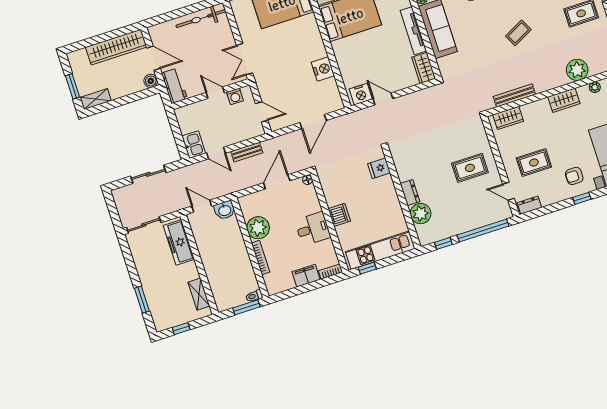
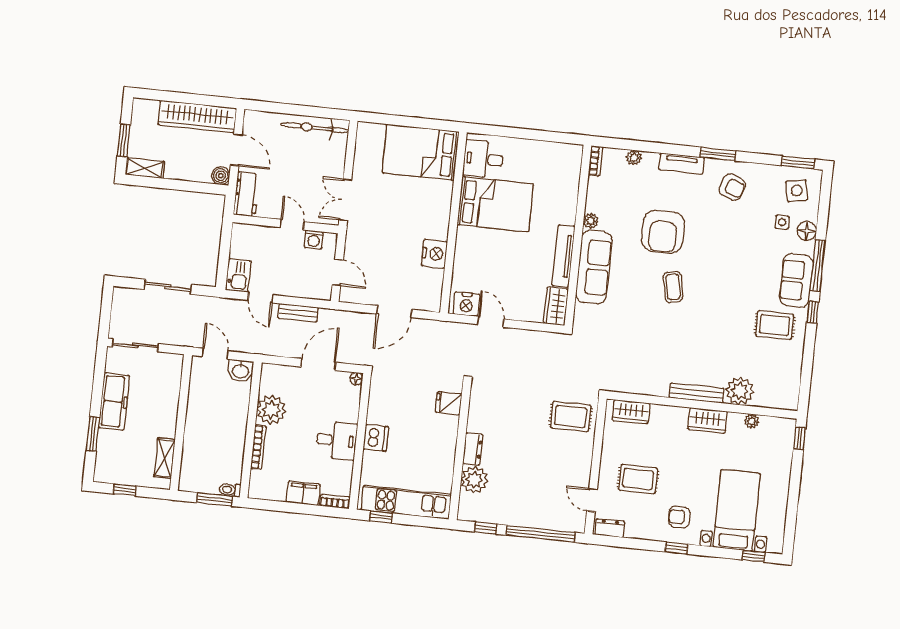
coffee table: (518, 33) -> (673, 287), moved, turned -73
bench: (514, 95) -> (697, 393), moved
rug: (470, 168) -> (571, 416), moved
freezer: (179, 242) -> (114, 401), moved, turned 180

